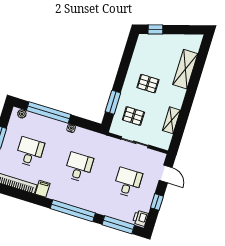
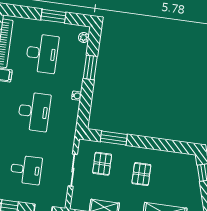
window: (49, 112) -> (90, 67), width x0.47
desk: (30, 152) -> (42, 53), width x1.37
desk: (79, 167) -> (34, 112), width x1.37

